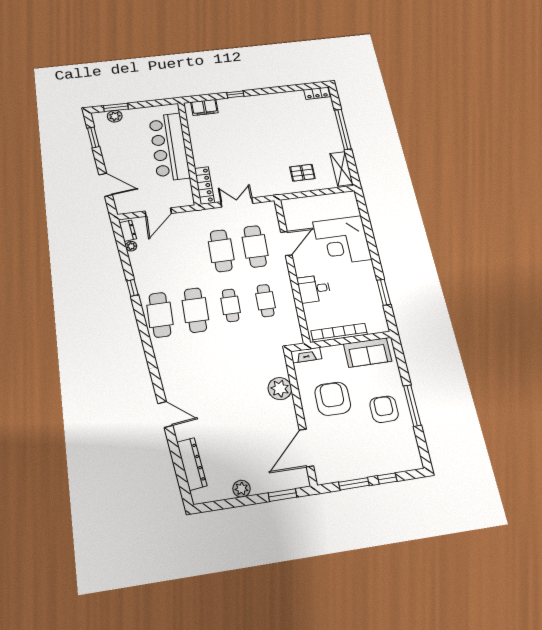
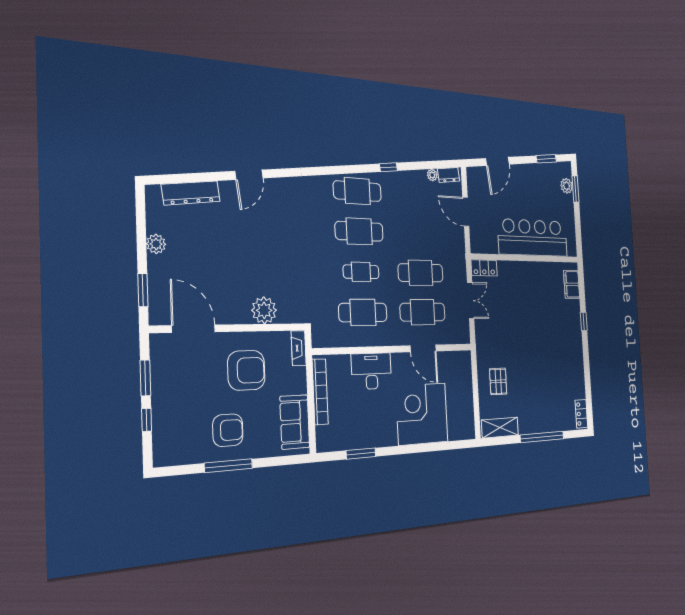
locker: (204, 185) -> (484, 268), width x0.66
desk: (314, 289) -> (371, 371), width x1.37
cafe table: (265, 301) -> (363, 312), width x1.37, depth x1.35

